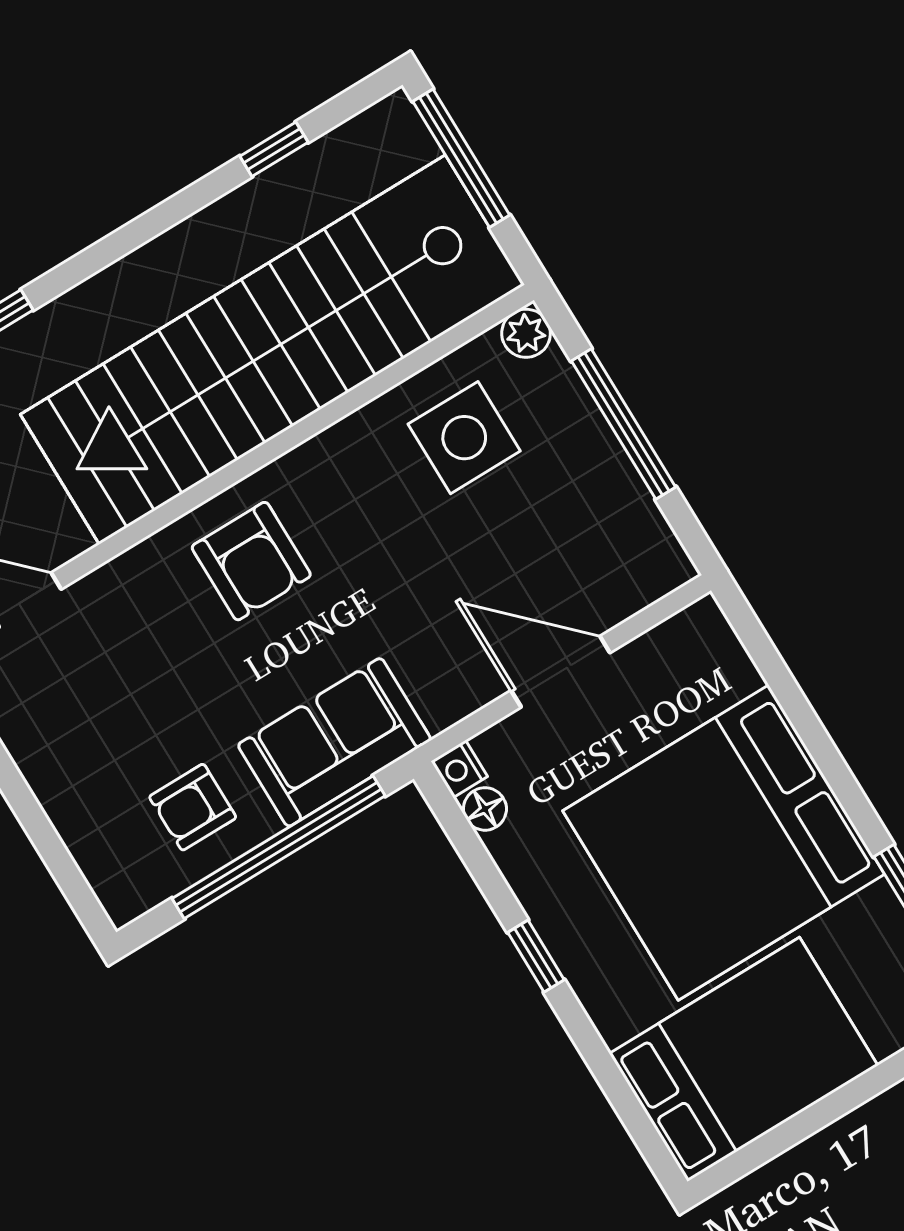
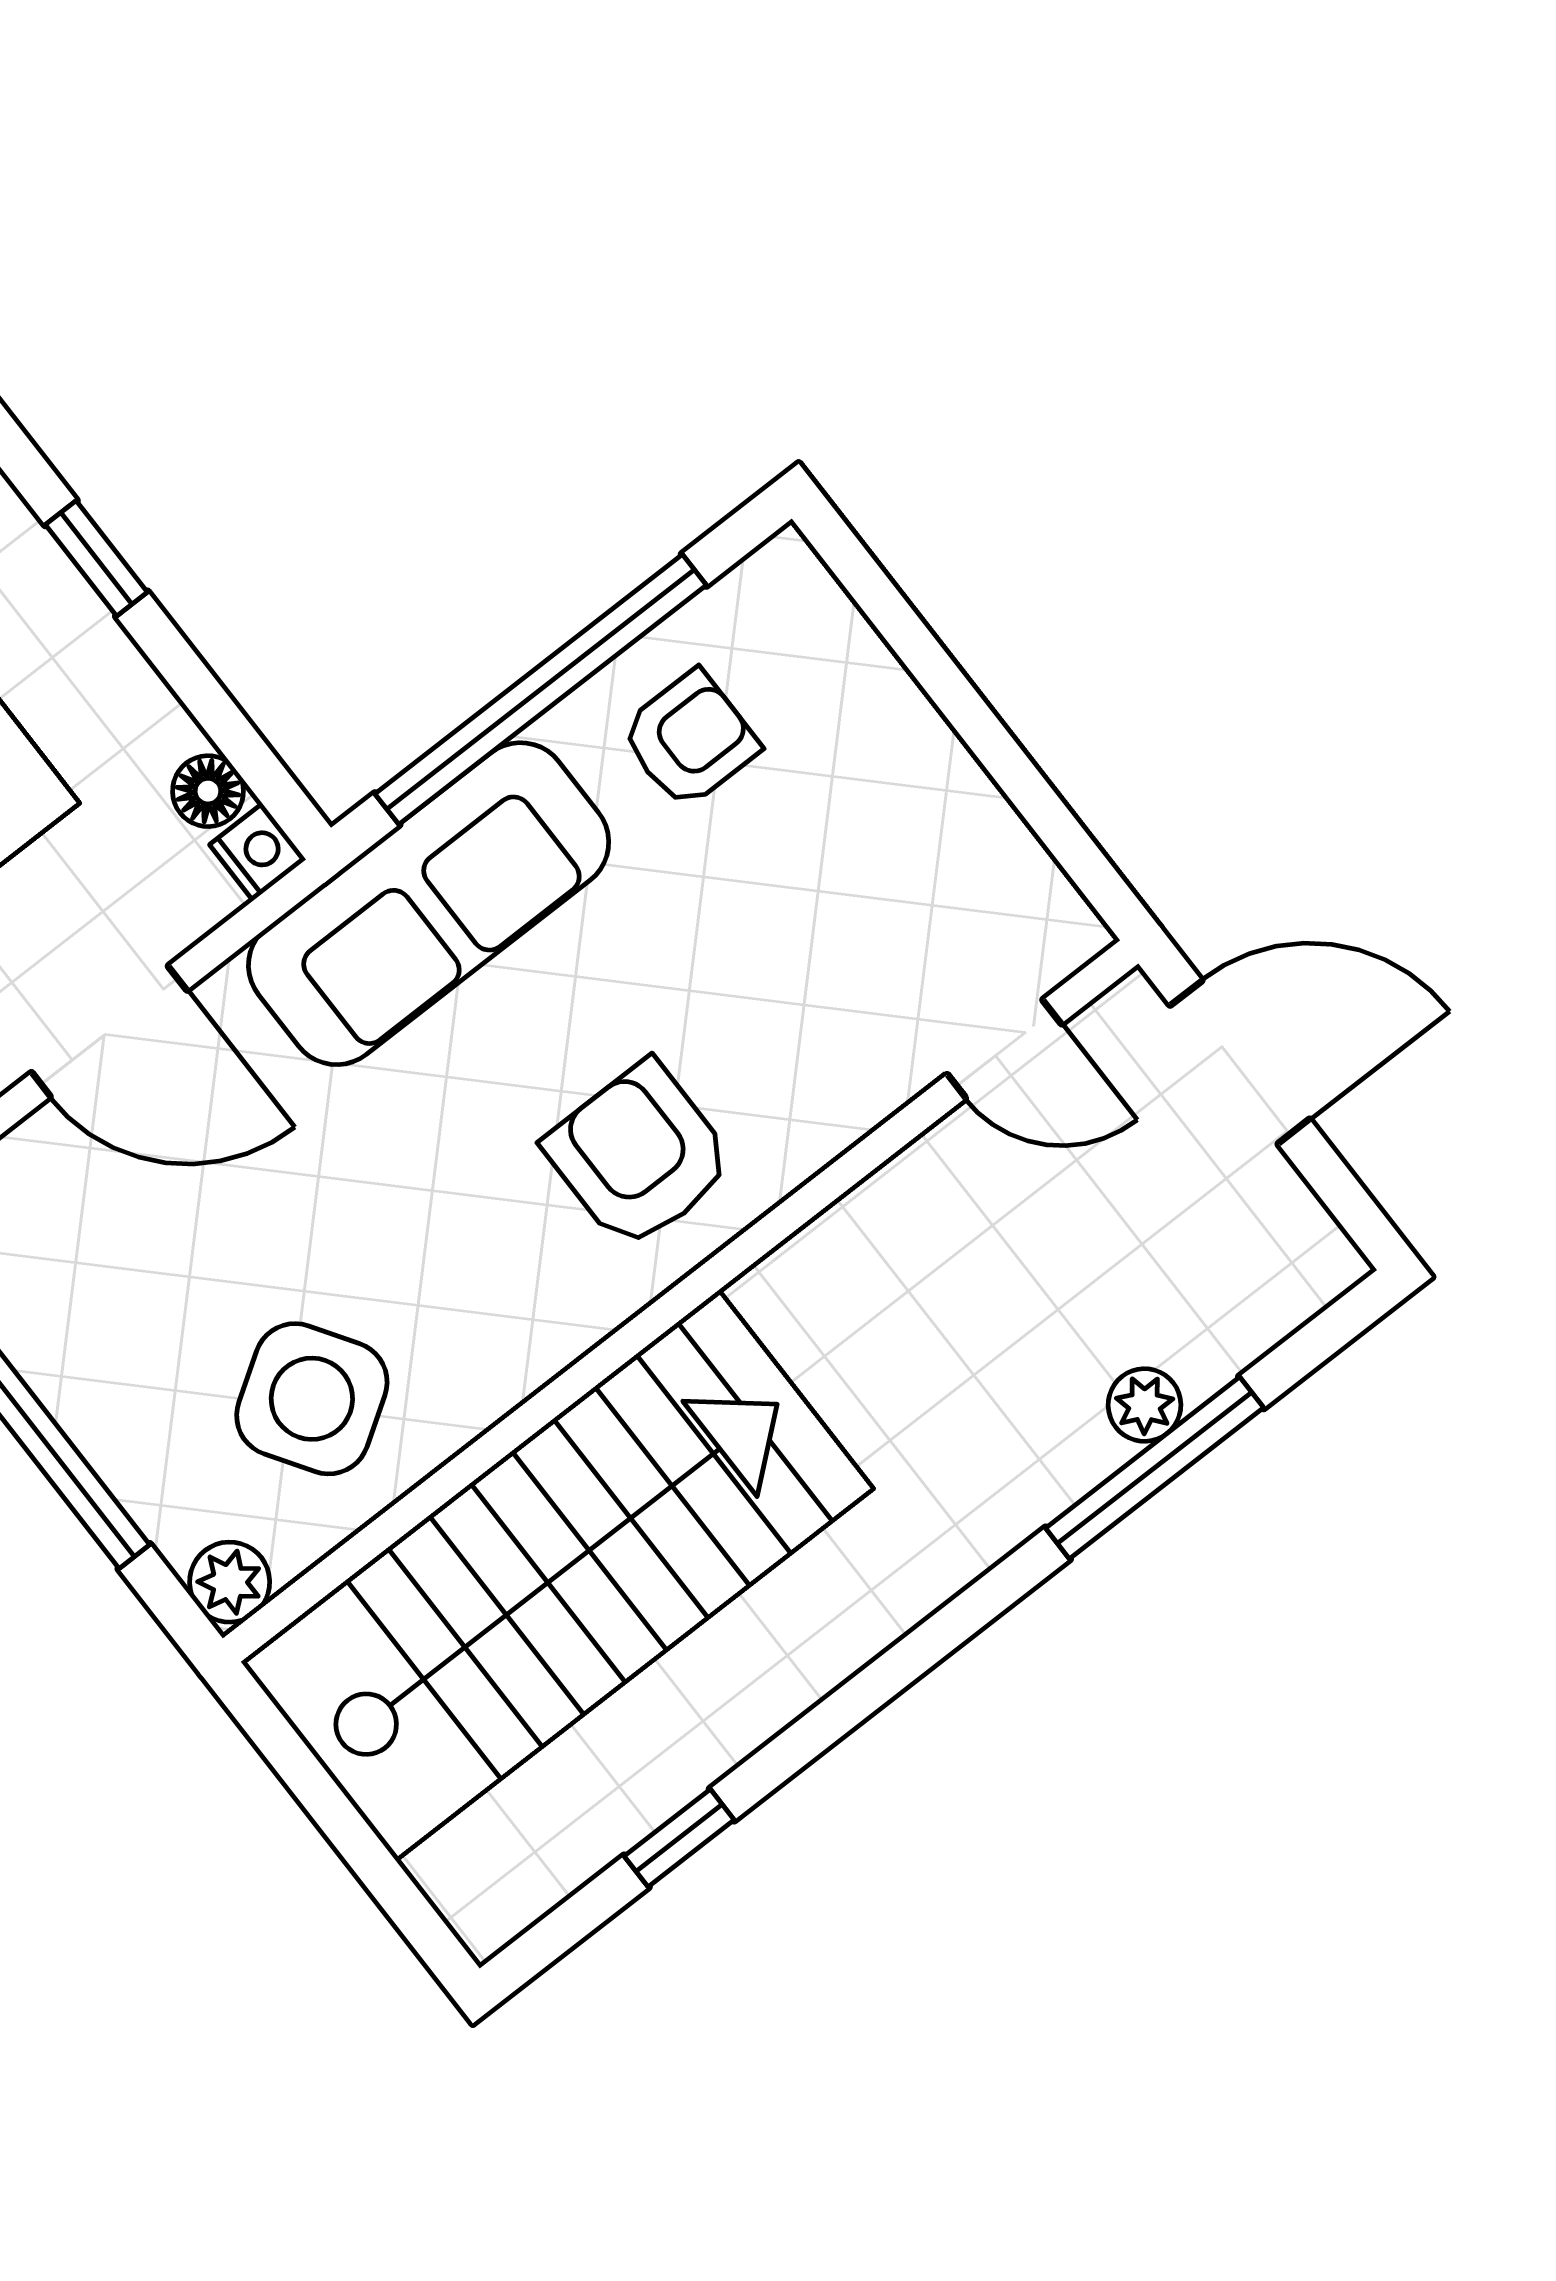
window: (461, 158) -> (369, 1858), removed
stairs: (272, 350) -> (557, 1575), width x0.73
side table: (464, 438) -> (312, 1399), turned -33
sofa: (334, 742) -> (429, 904), width x1.36

